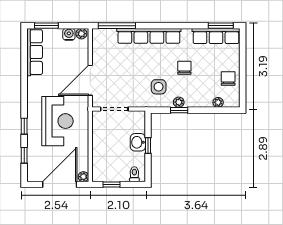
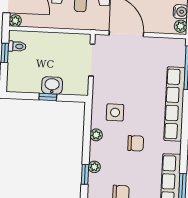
plant: (218, 102) -> (94, 167), moved
window: (179, 110) -> (85, 174), moved
toilet: (134, 174) -> (17, 46), moved

